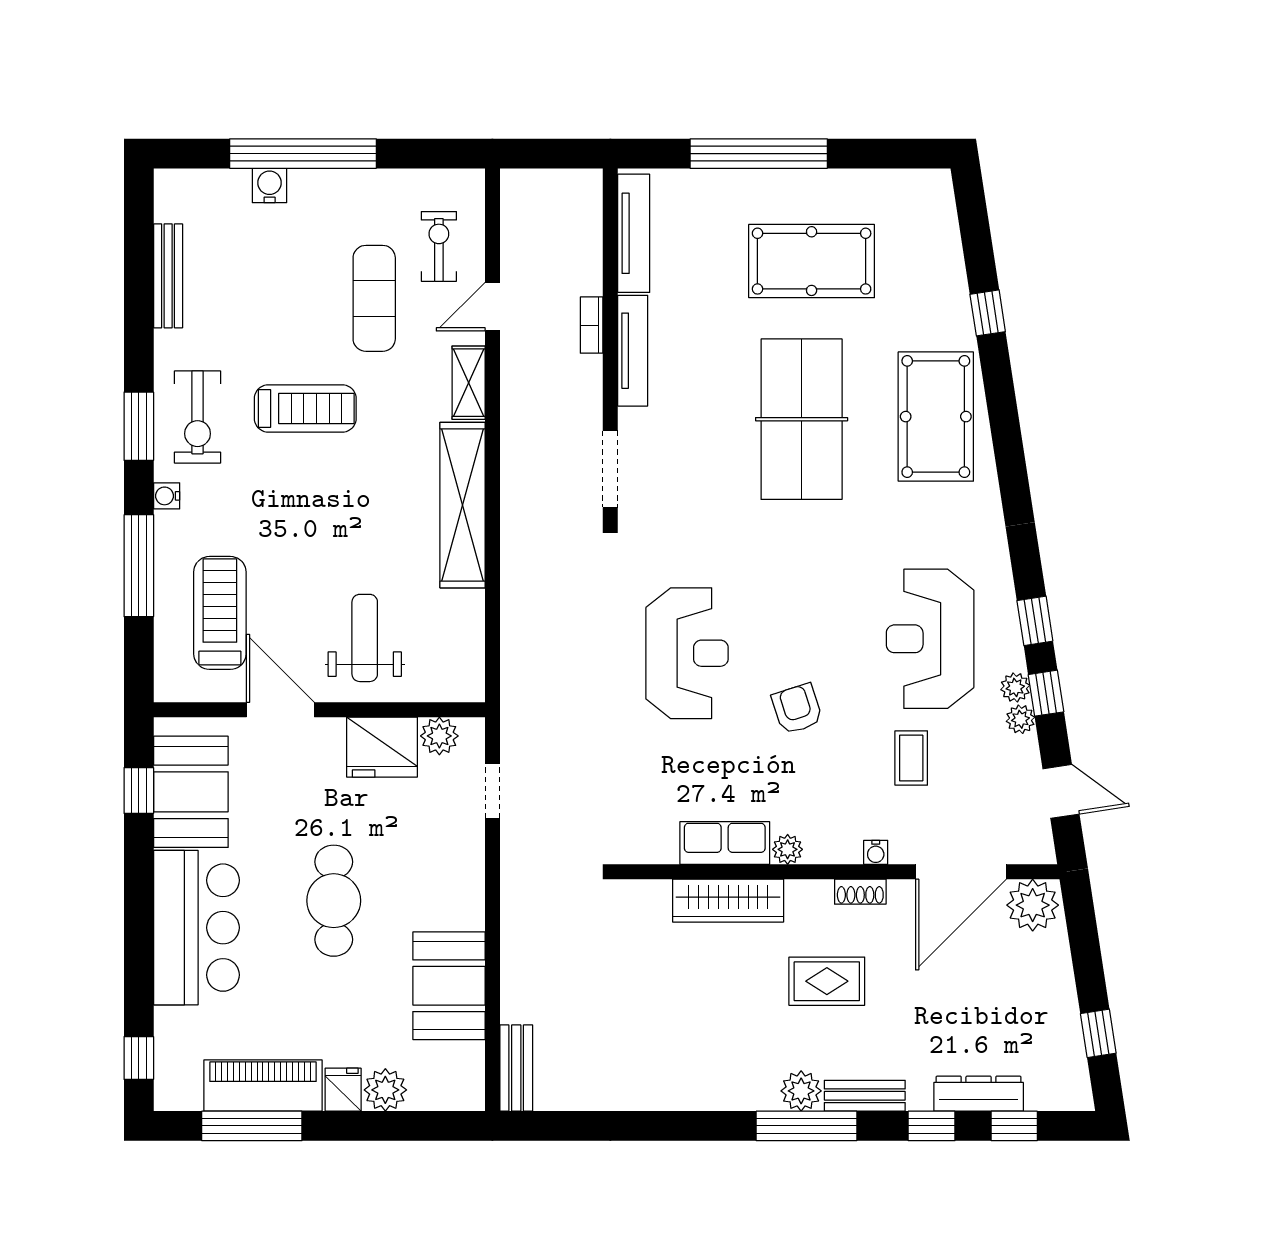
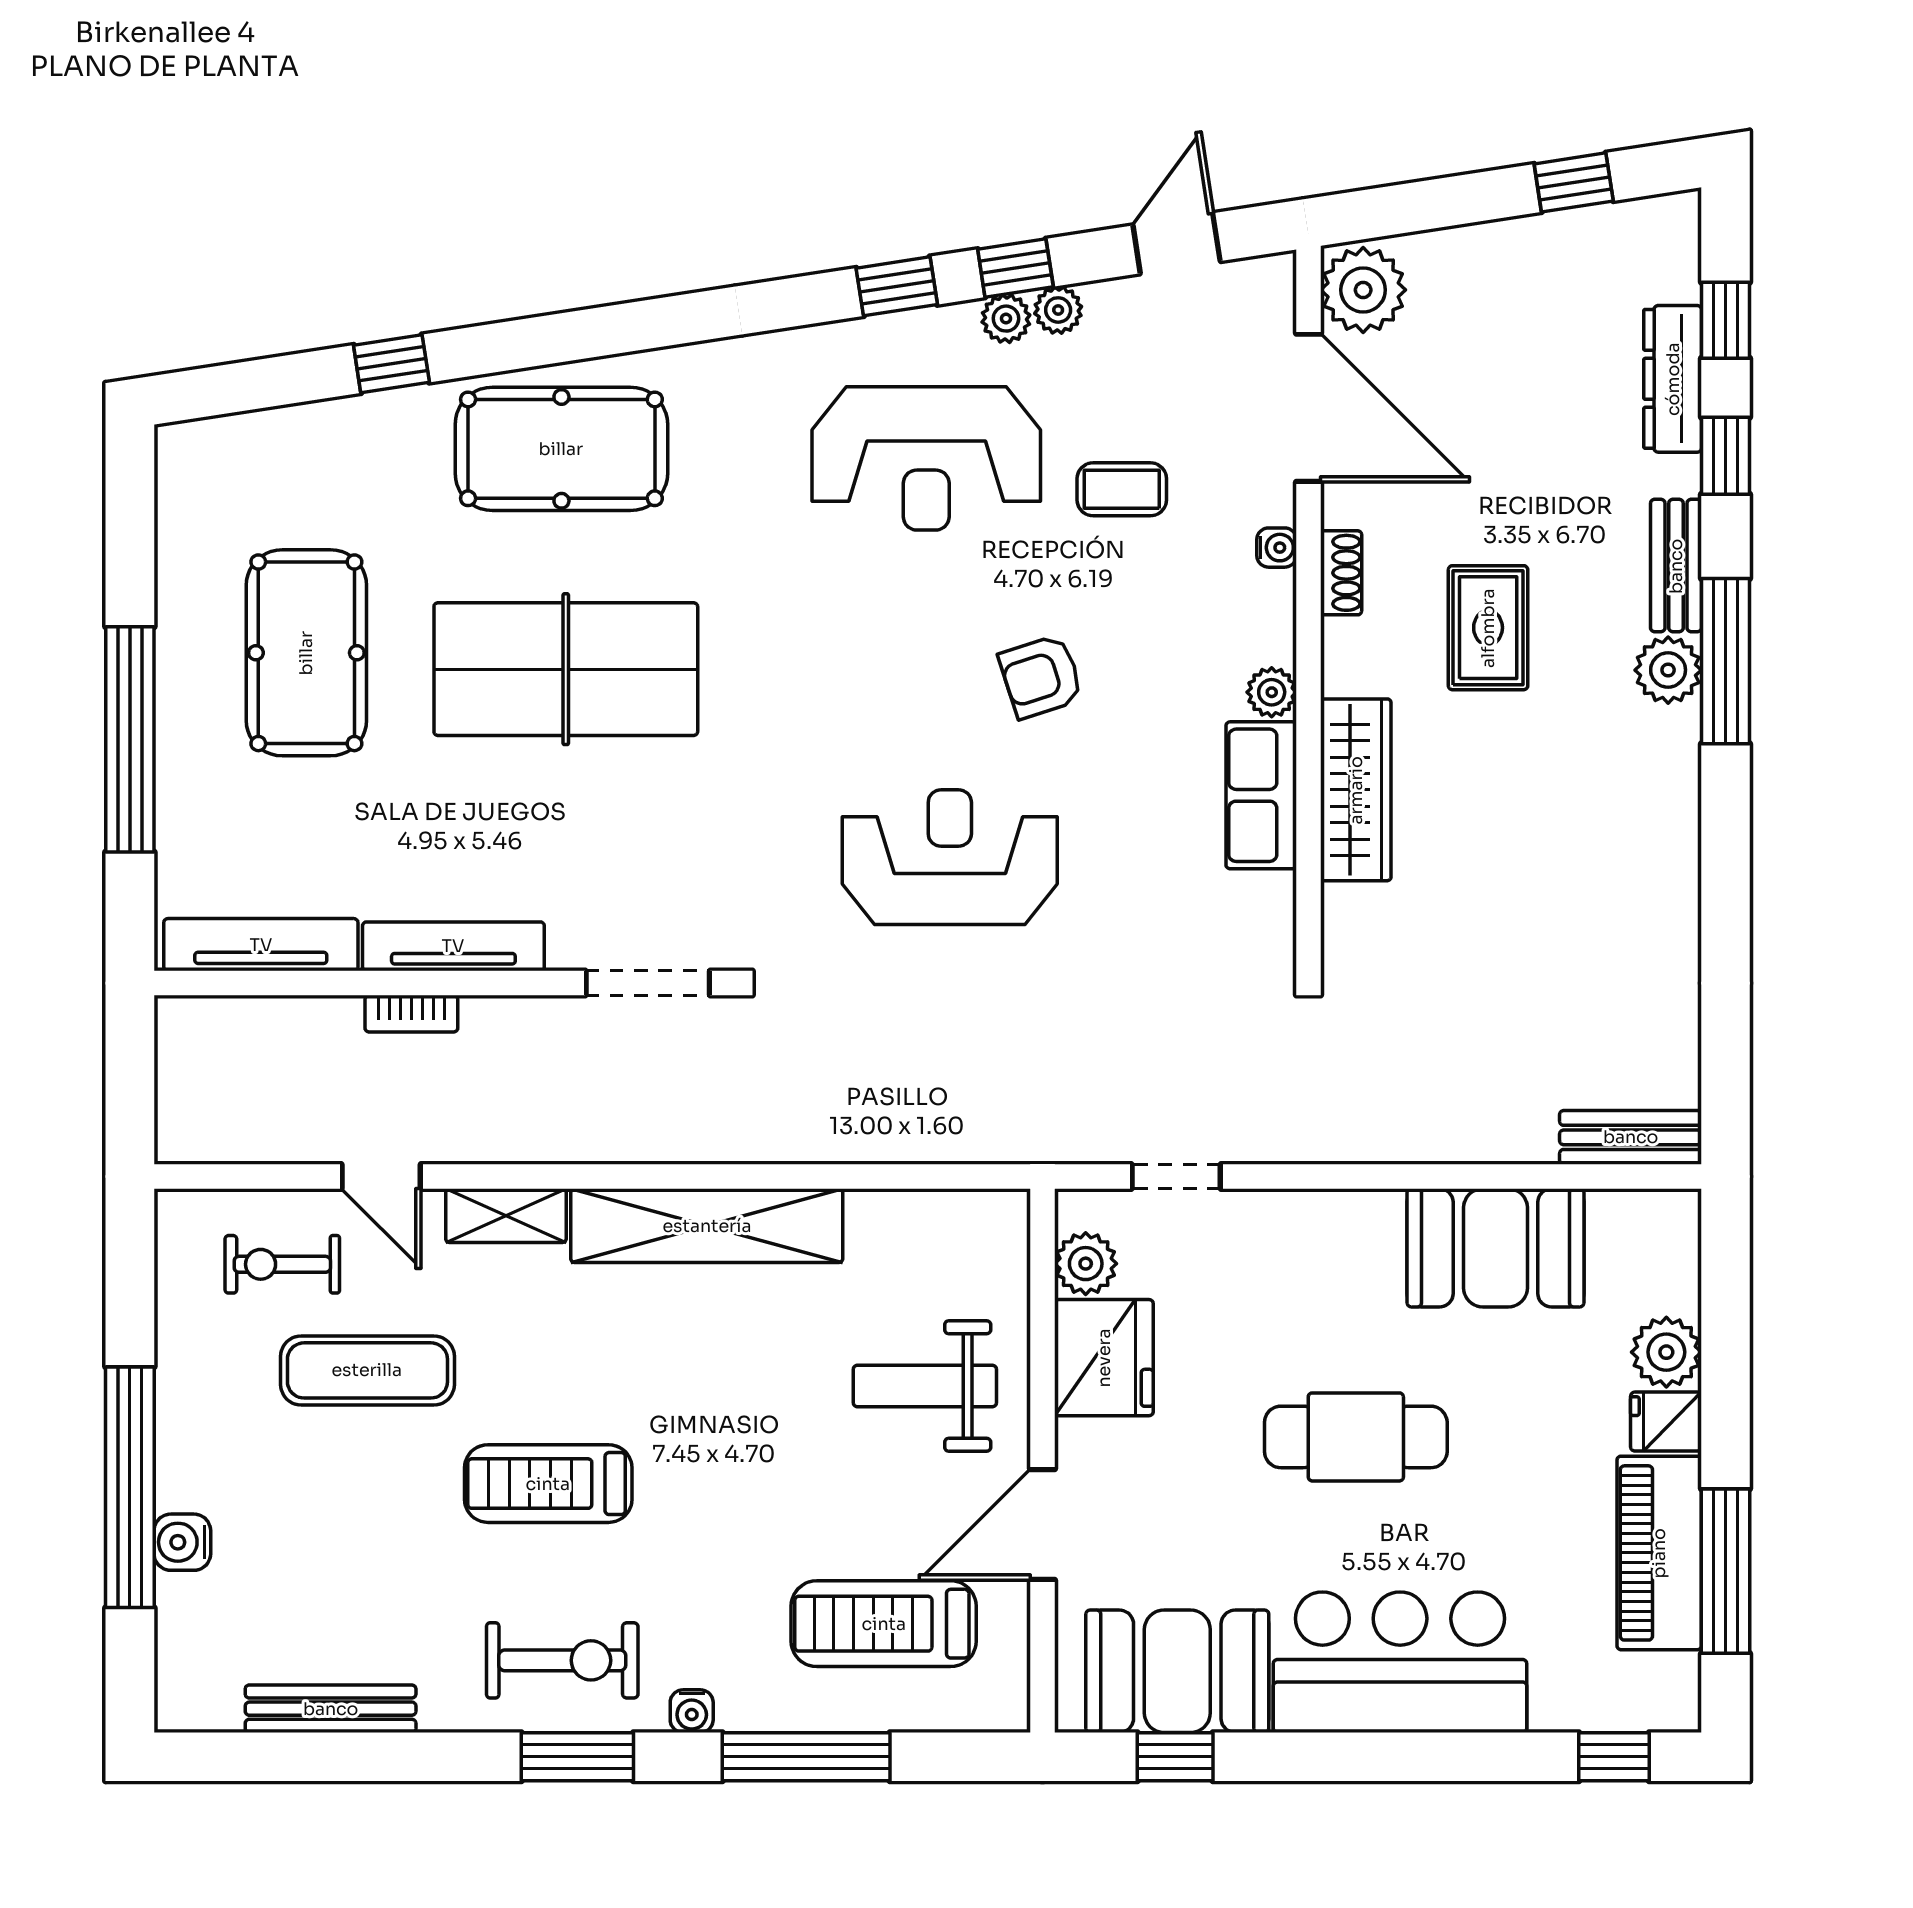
treadmill: (305, 408) -> (548, 1484), turned -90

